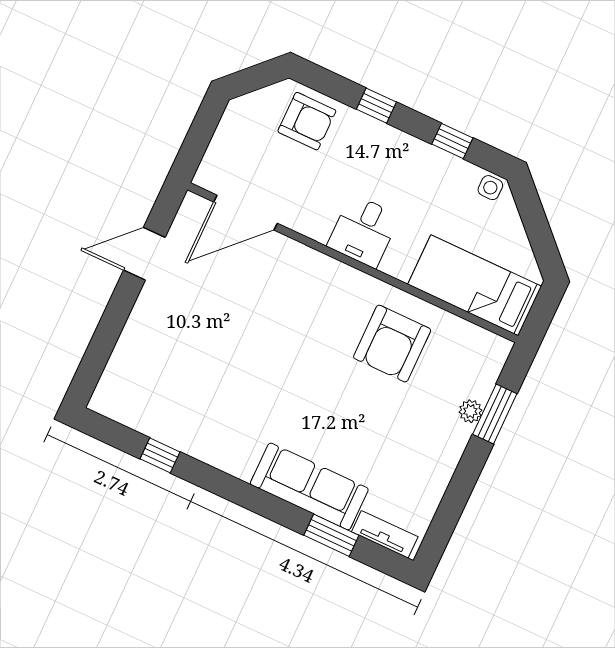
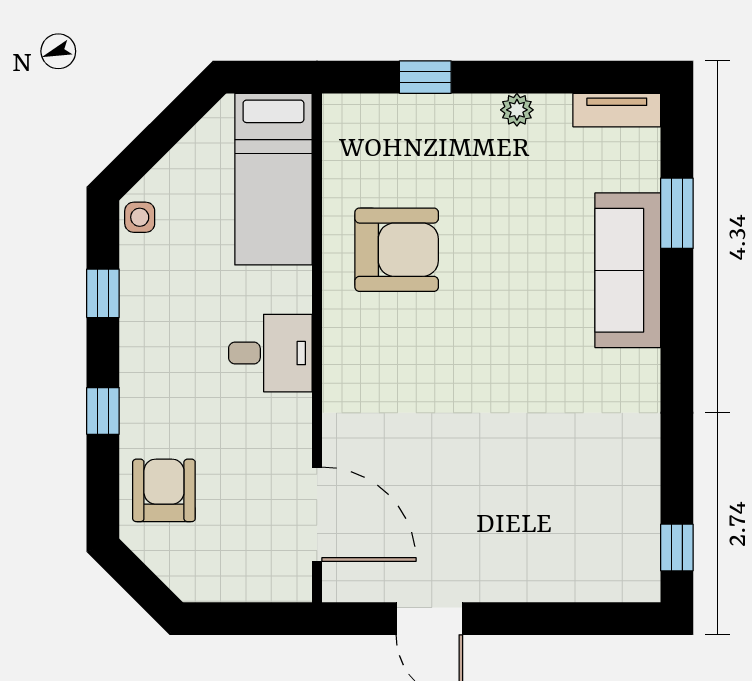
plant: (470, 411) -> (517, 110), moved
window: (495, 414) -> (425, 77), width x0.67
window: (160, 455) -> (677, 548), moved
tv unit: (385, 534) -> (617, 110), moved, turned -90

